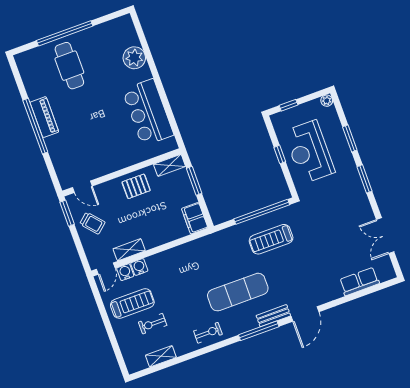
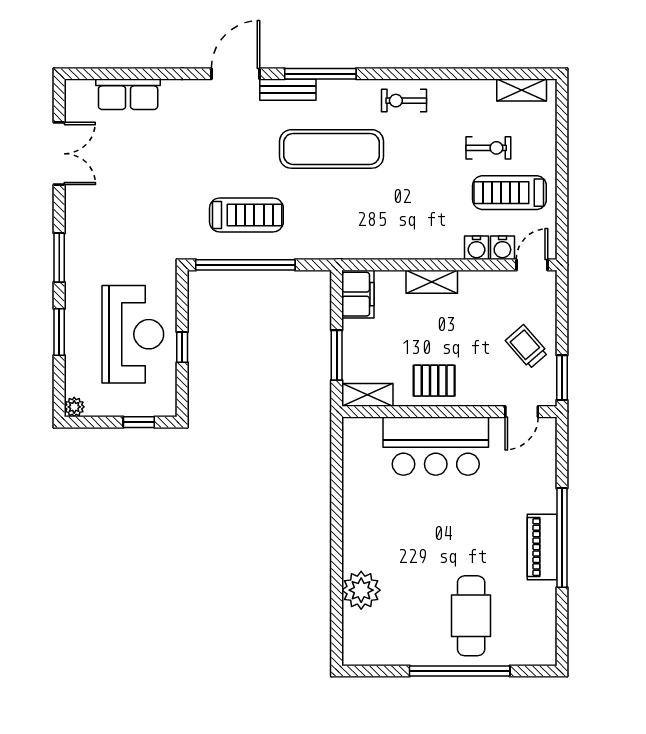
bar counter: (148, 112) -> (436, 446), moved, turned 90
door: (82, 187) -> (522, 412), swing flipped
shelving: (129, 250) -> (432, 282), moved
shelving: (161, 356) -> (522, 90), moved

